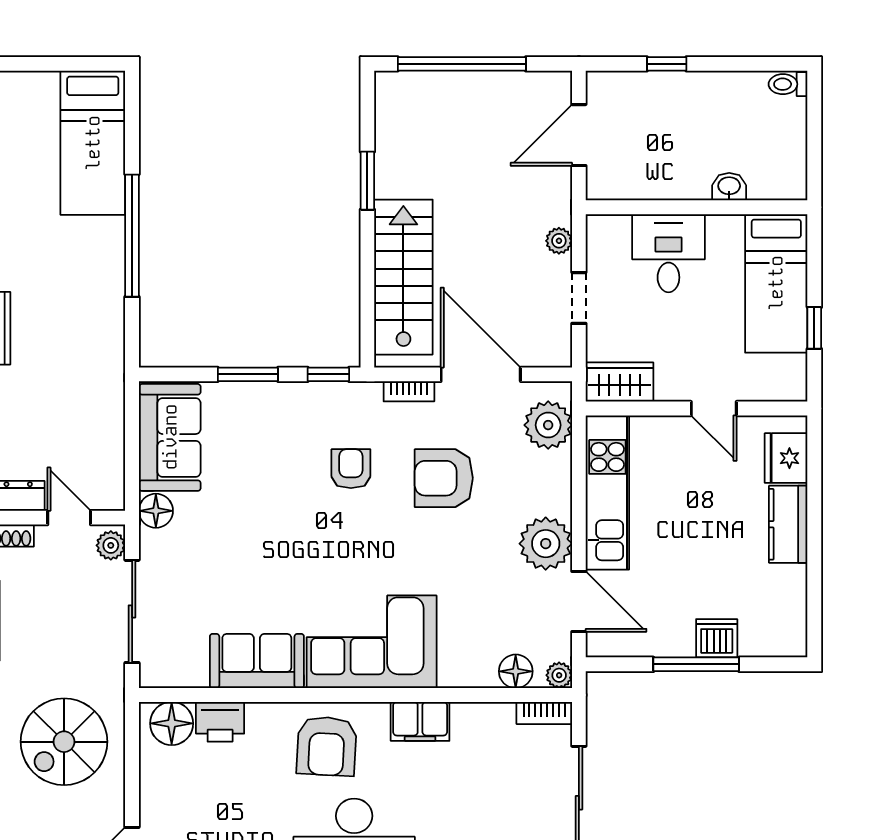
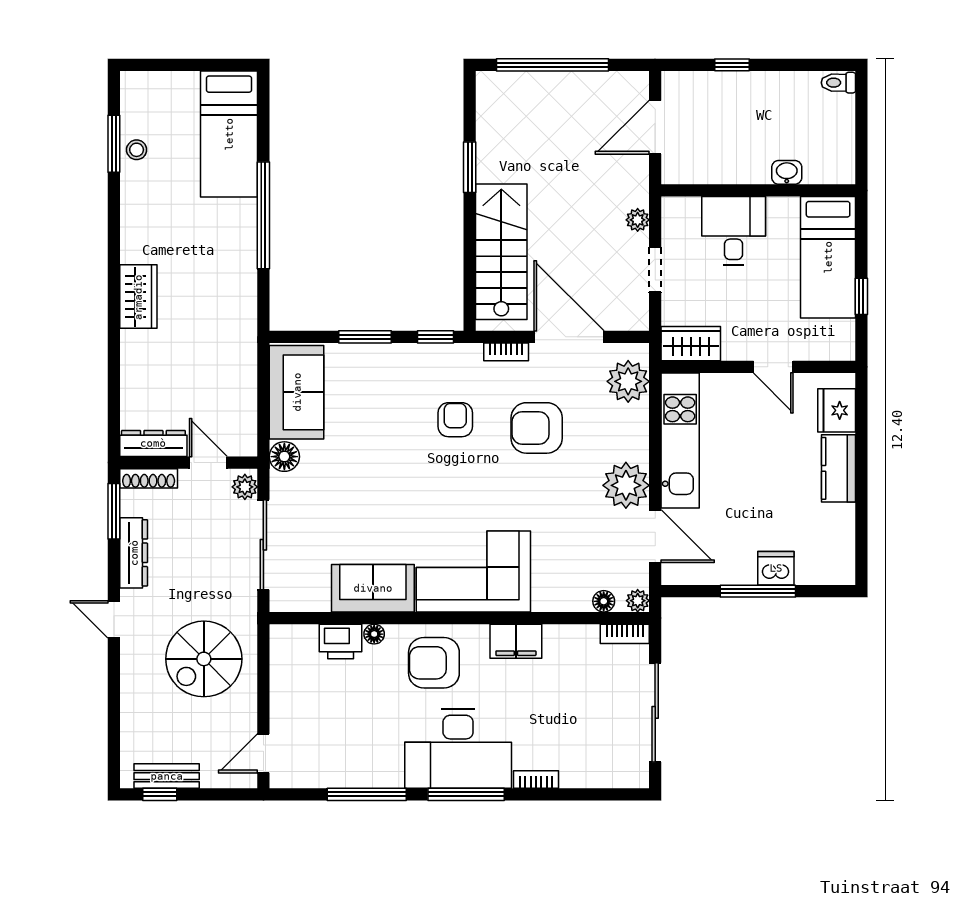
floor lamp: (516, 671) -> (604, 601), width x0.73, depth x0.73
floor lamp: (172, 723) -> (374, 634), moved, width x0.53, depth x0.53
armchair: (327, 746) -> (434, 663), turned 87

